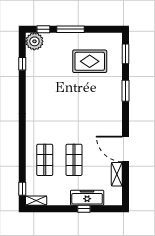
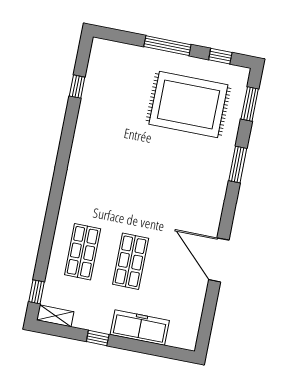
window: (43, 29) -> (220, 56), moved
plant: (34, 41) -> (104, 54), removed
rug: (90, 61) -> (188, 104), width x1.37, depth x1.44
shelving: (117, 174) -> (196, 299), removed
window: (84, 209) -> (98, 338), moved

